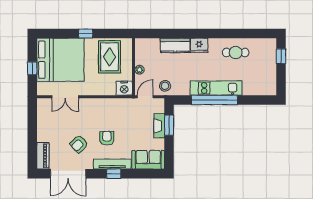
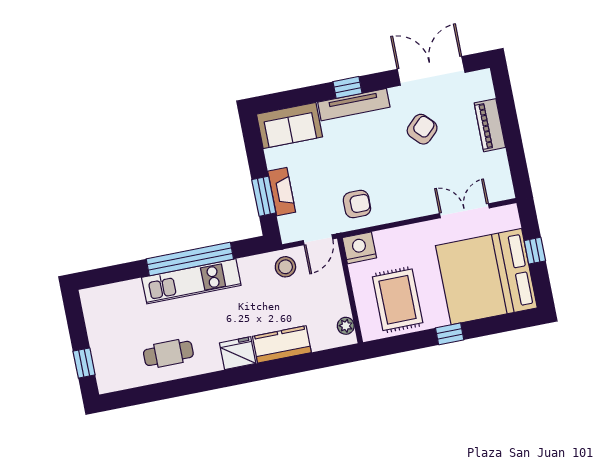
plant: (139, 70) -> (346, 326), moved
armchair: (107, 138) -> (357, 204), moved, turned -90
piano: (43, 156) -> (490, 125), moved

